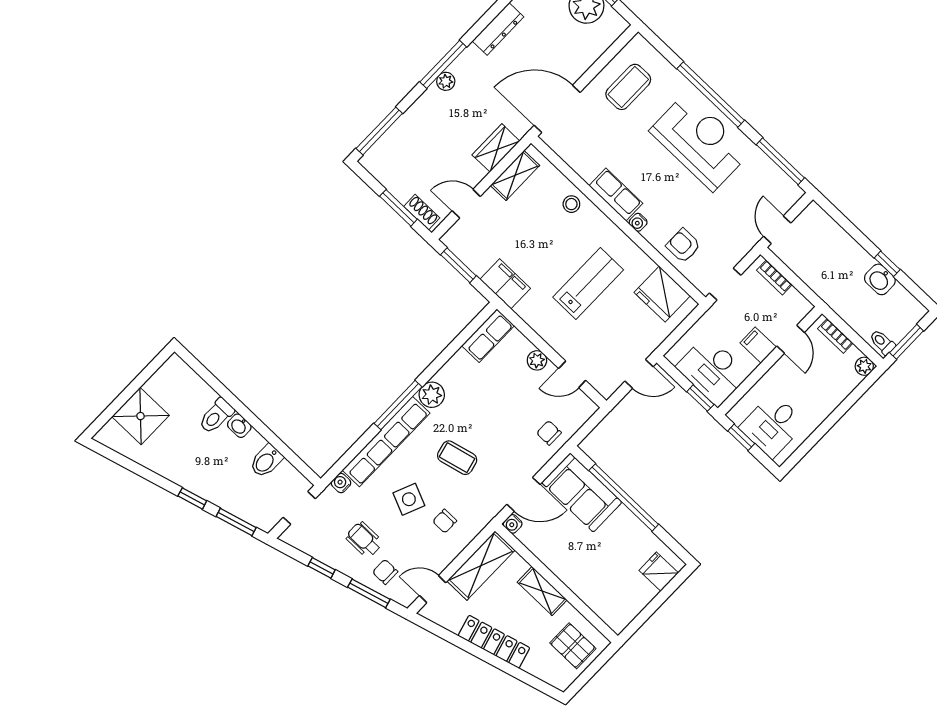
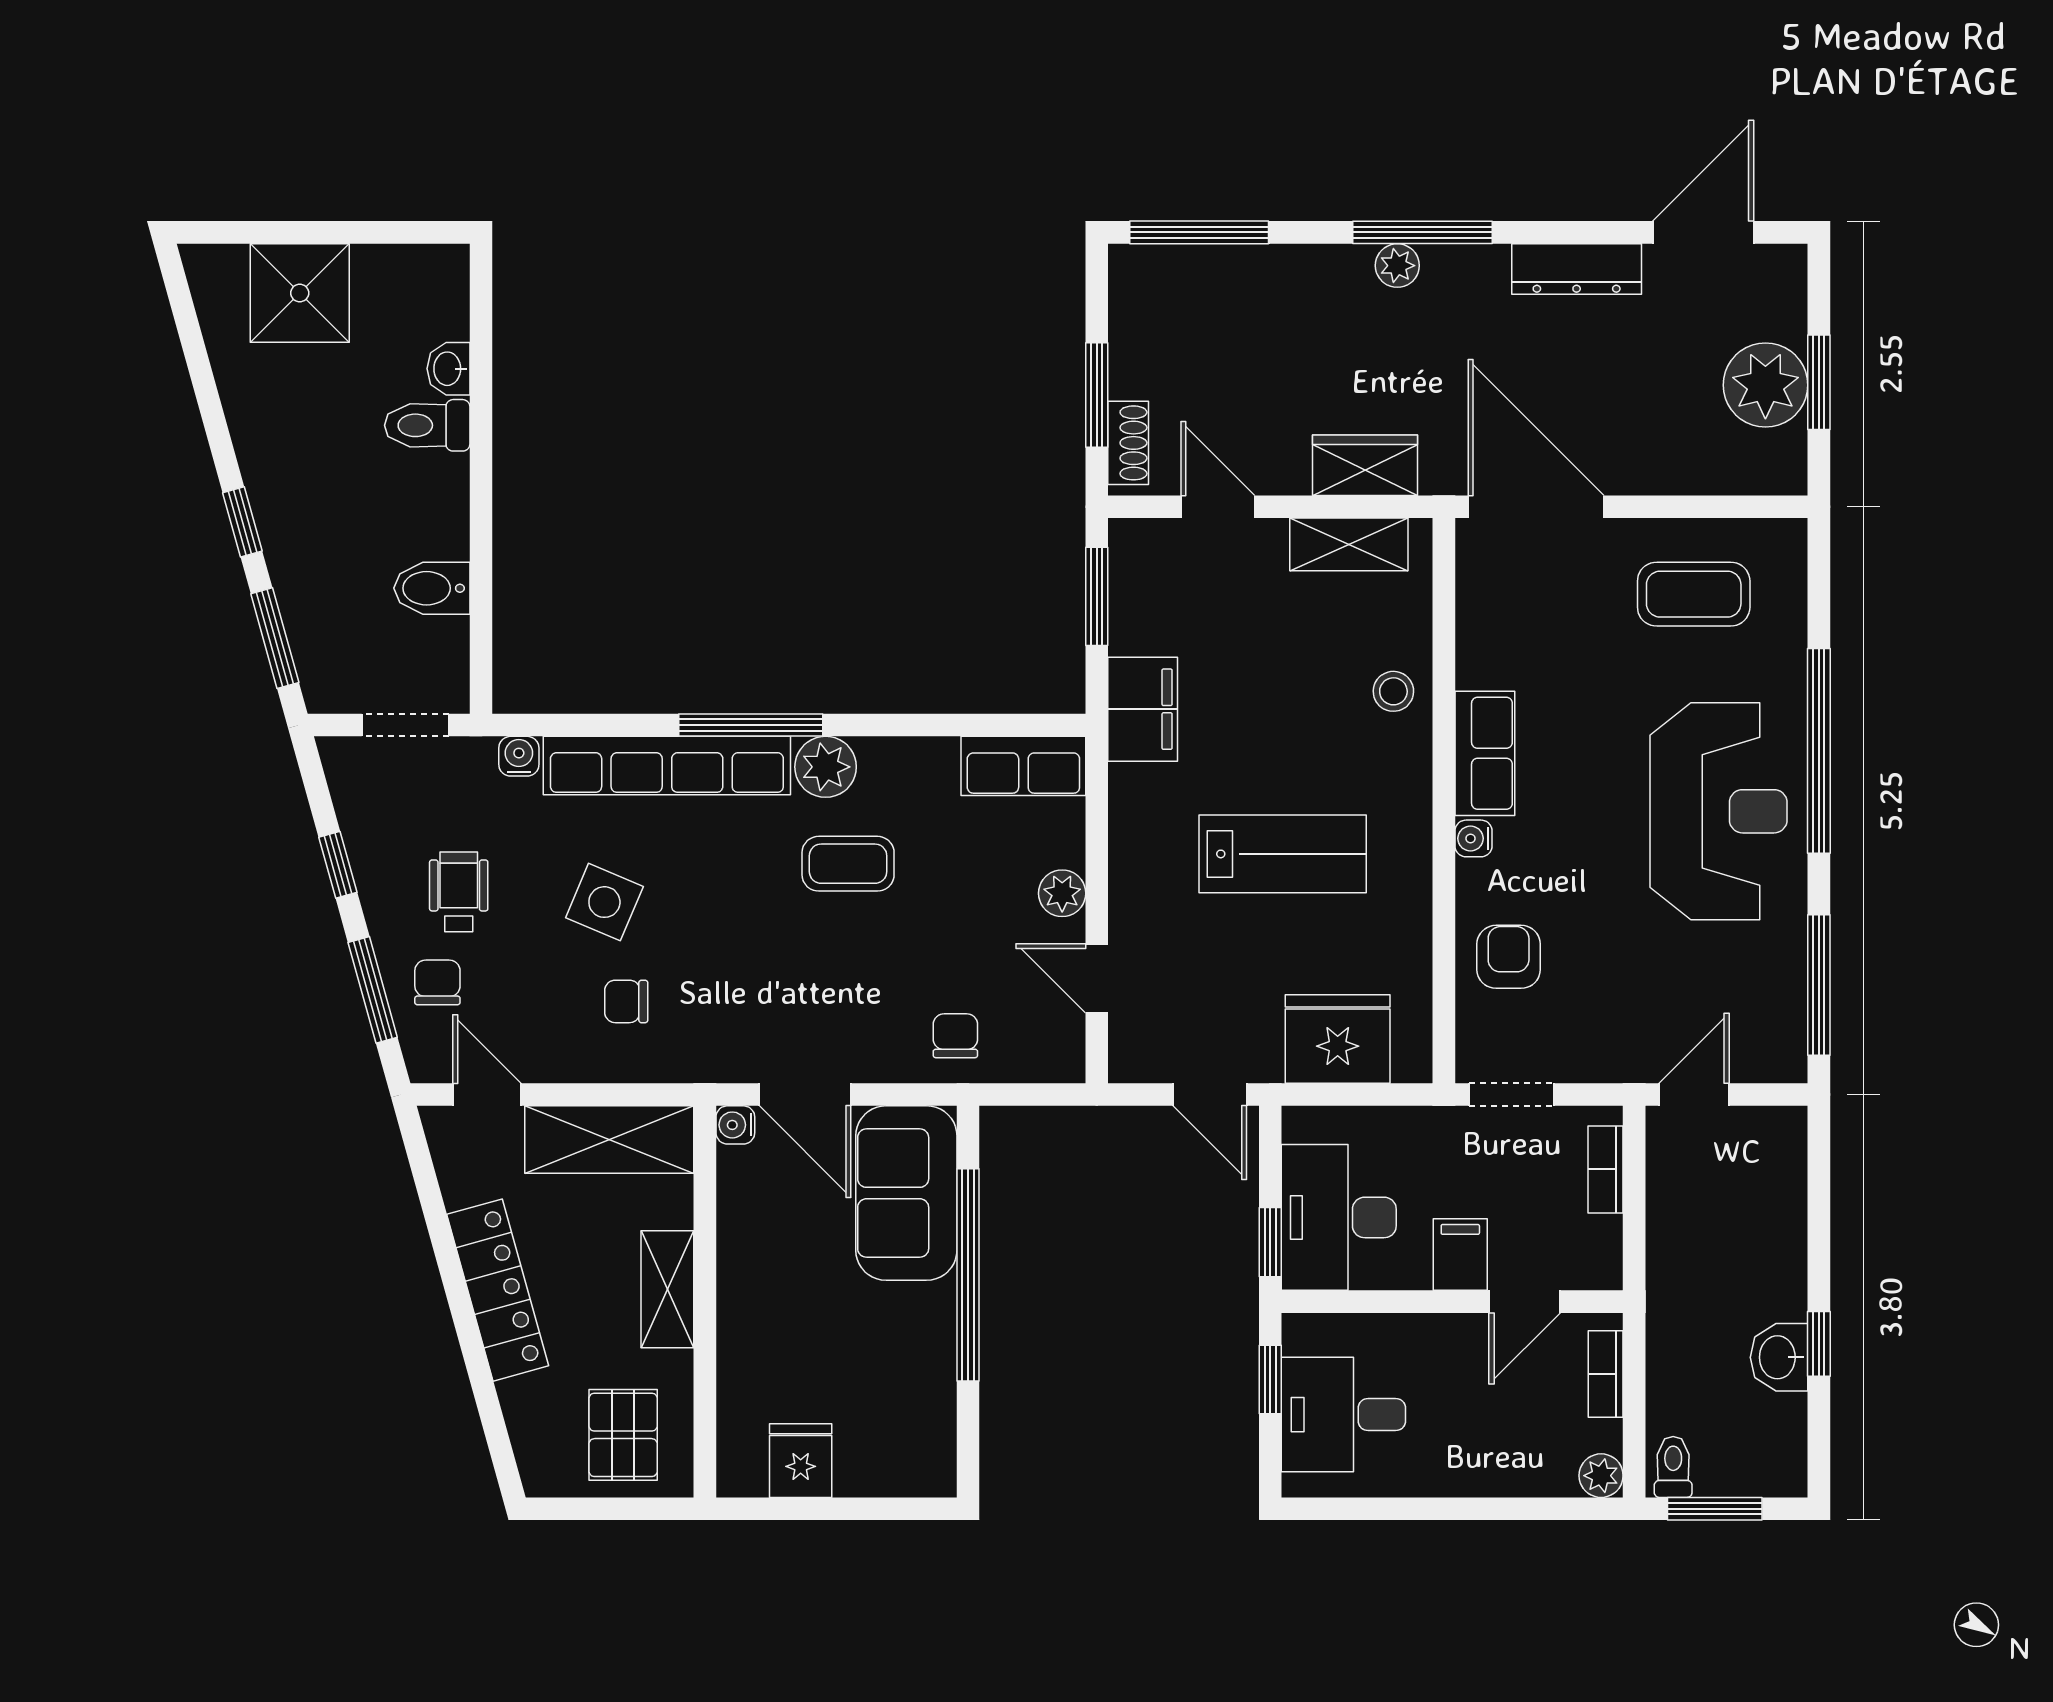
fridge: (662, 294) -> (1338, 1039), moved, turned 90
washbasin: (239, 426) -> (448, 369), moved
coffee table: (457, 458) -> (848, 864), moved, turned -76
fridge: (659, 572) -> (801, 1461), moved

